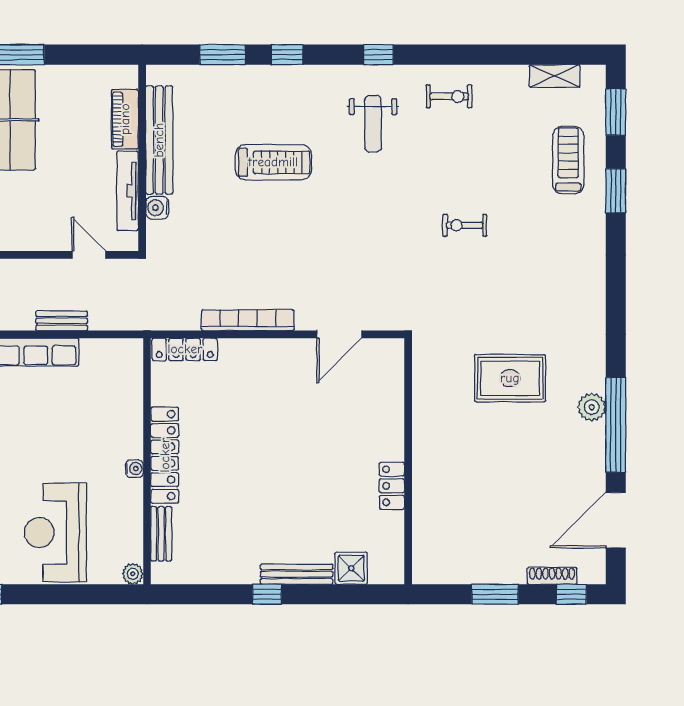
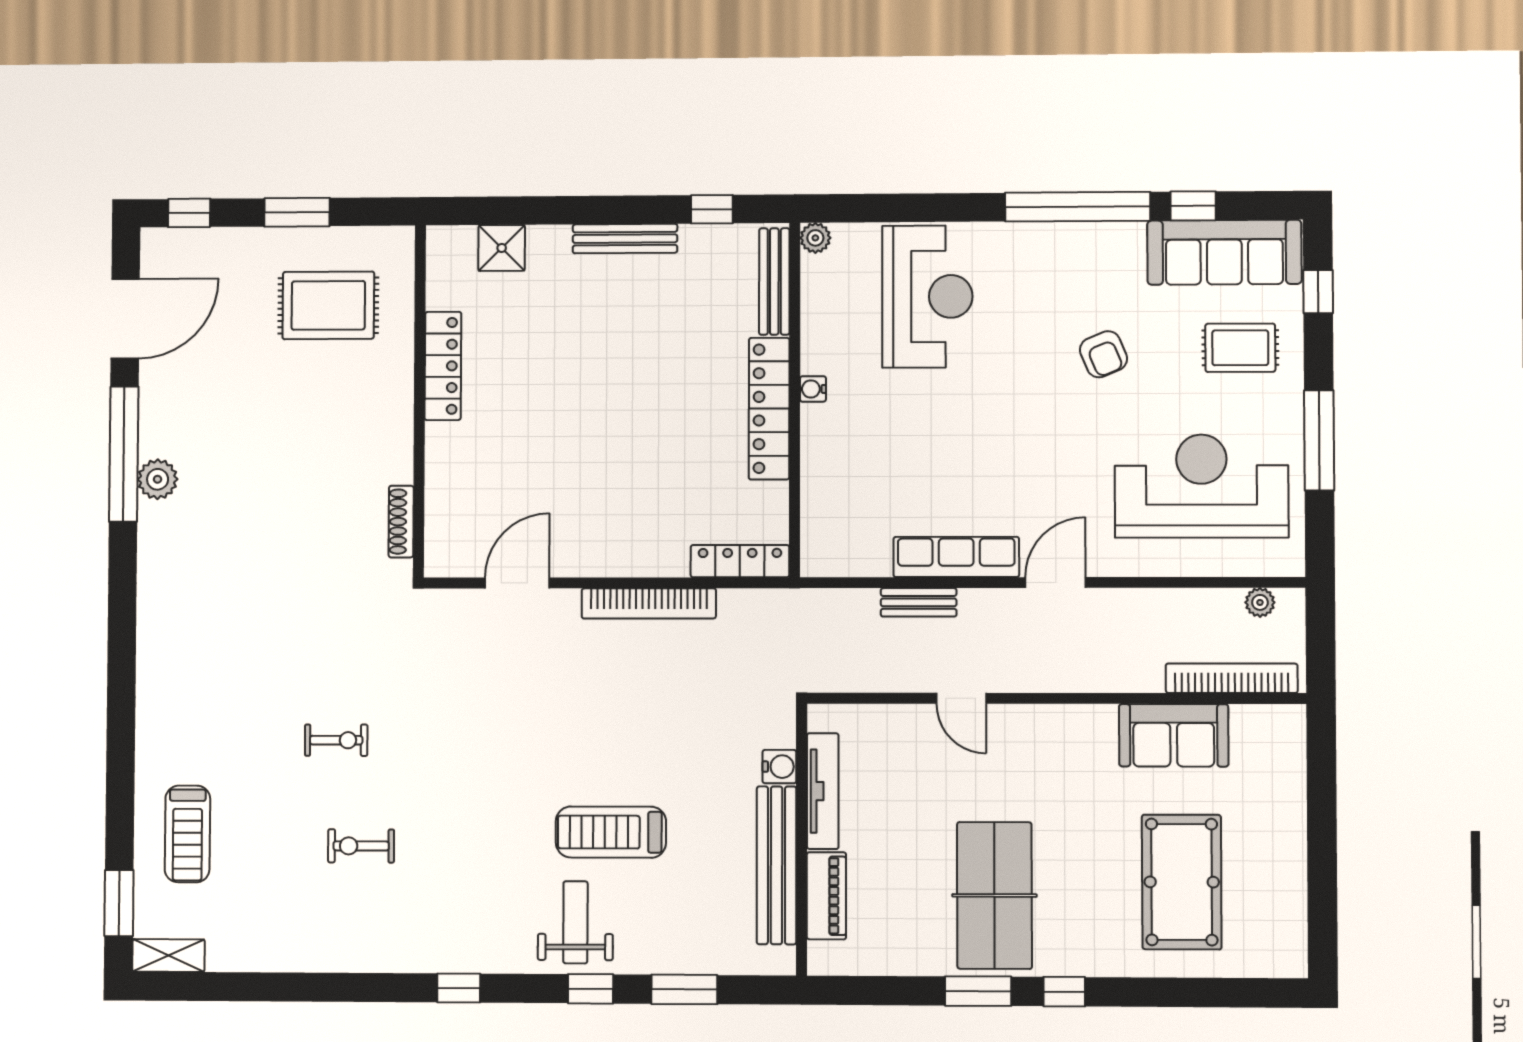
shelving: (555, 76) -> (169, 956), moved
exercise bike: (449, 96) -> (361, 846), moved
weight bench: (373, 124) -> (575, 922), moved
window: (616, 191) -> (120, 790), removed
door: (89, 255) -> (961, 698), moved
rug: (510, 378) -> (328, 305), moved
locker: (392, 486) -> (443, 366), width x1.53
bench: (161, 534) -> (774, 281), width x1.36
bench: (297, 574) -> (625, 239), moved
shoe rack: (552, 576) -> (401, 522), moved, turned 90
window: (267, 594) -> (712, 209), moved

